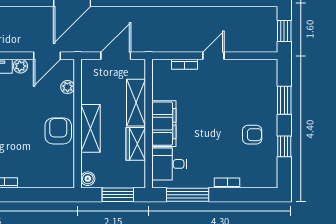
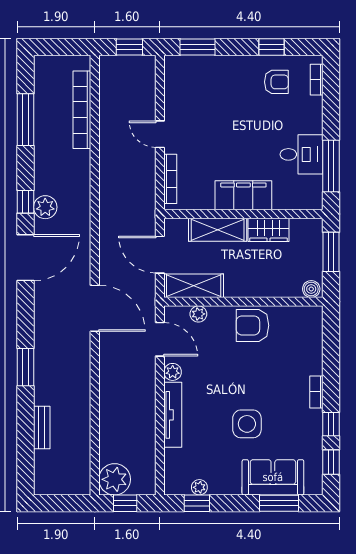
bookcase: (185, 64) -> (170, 179), width x1.56
window: (284, 100) -> (197, 47), moved
shelving: (90, 128) -> (194, 286), moved
armchair: (252, 135) -> (276, 82), moved, turned 90
desk: (169, 164) -> (301, 154), moved, turned -90
bookcase: (227, 183) -> (317, 80), moved

